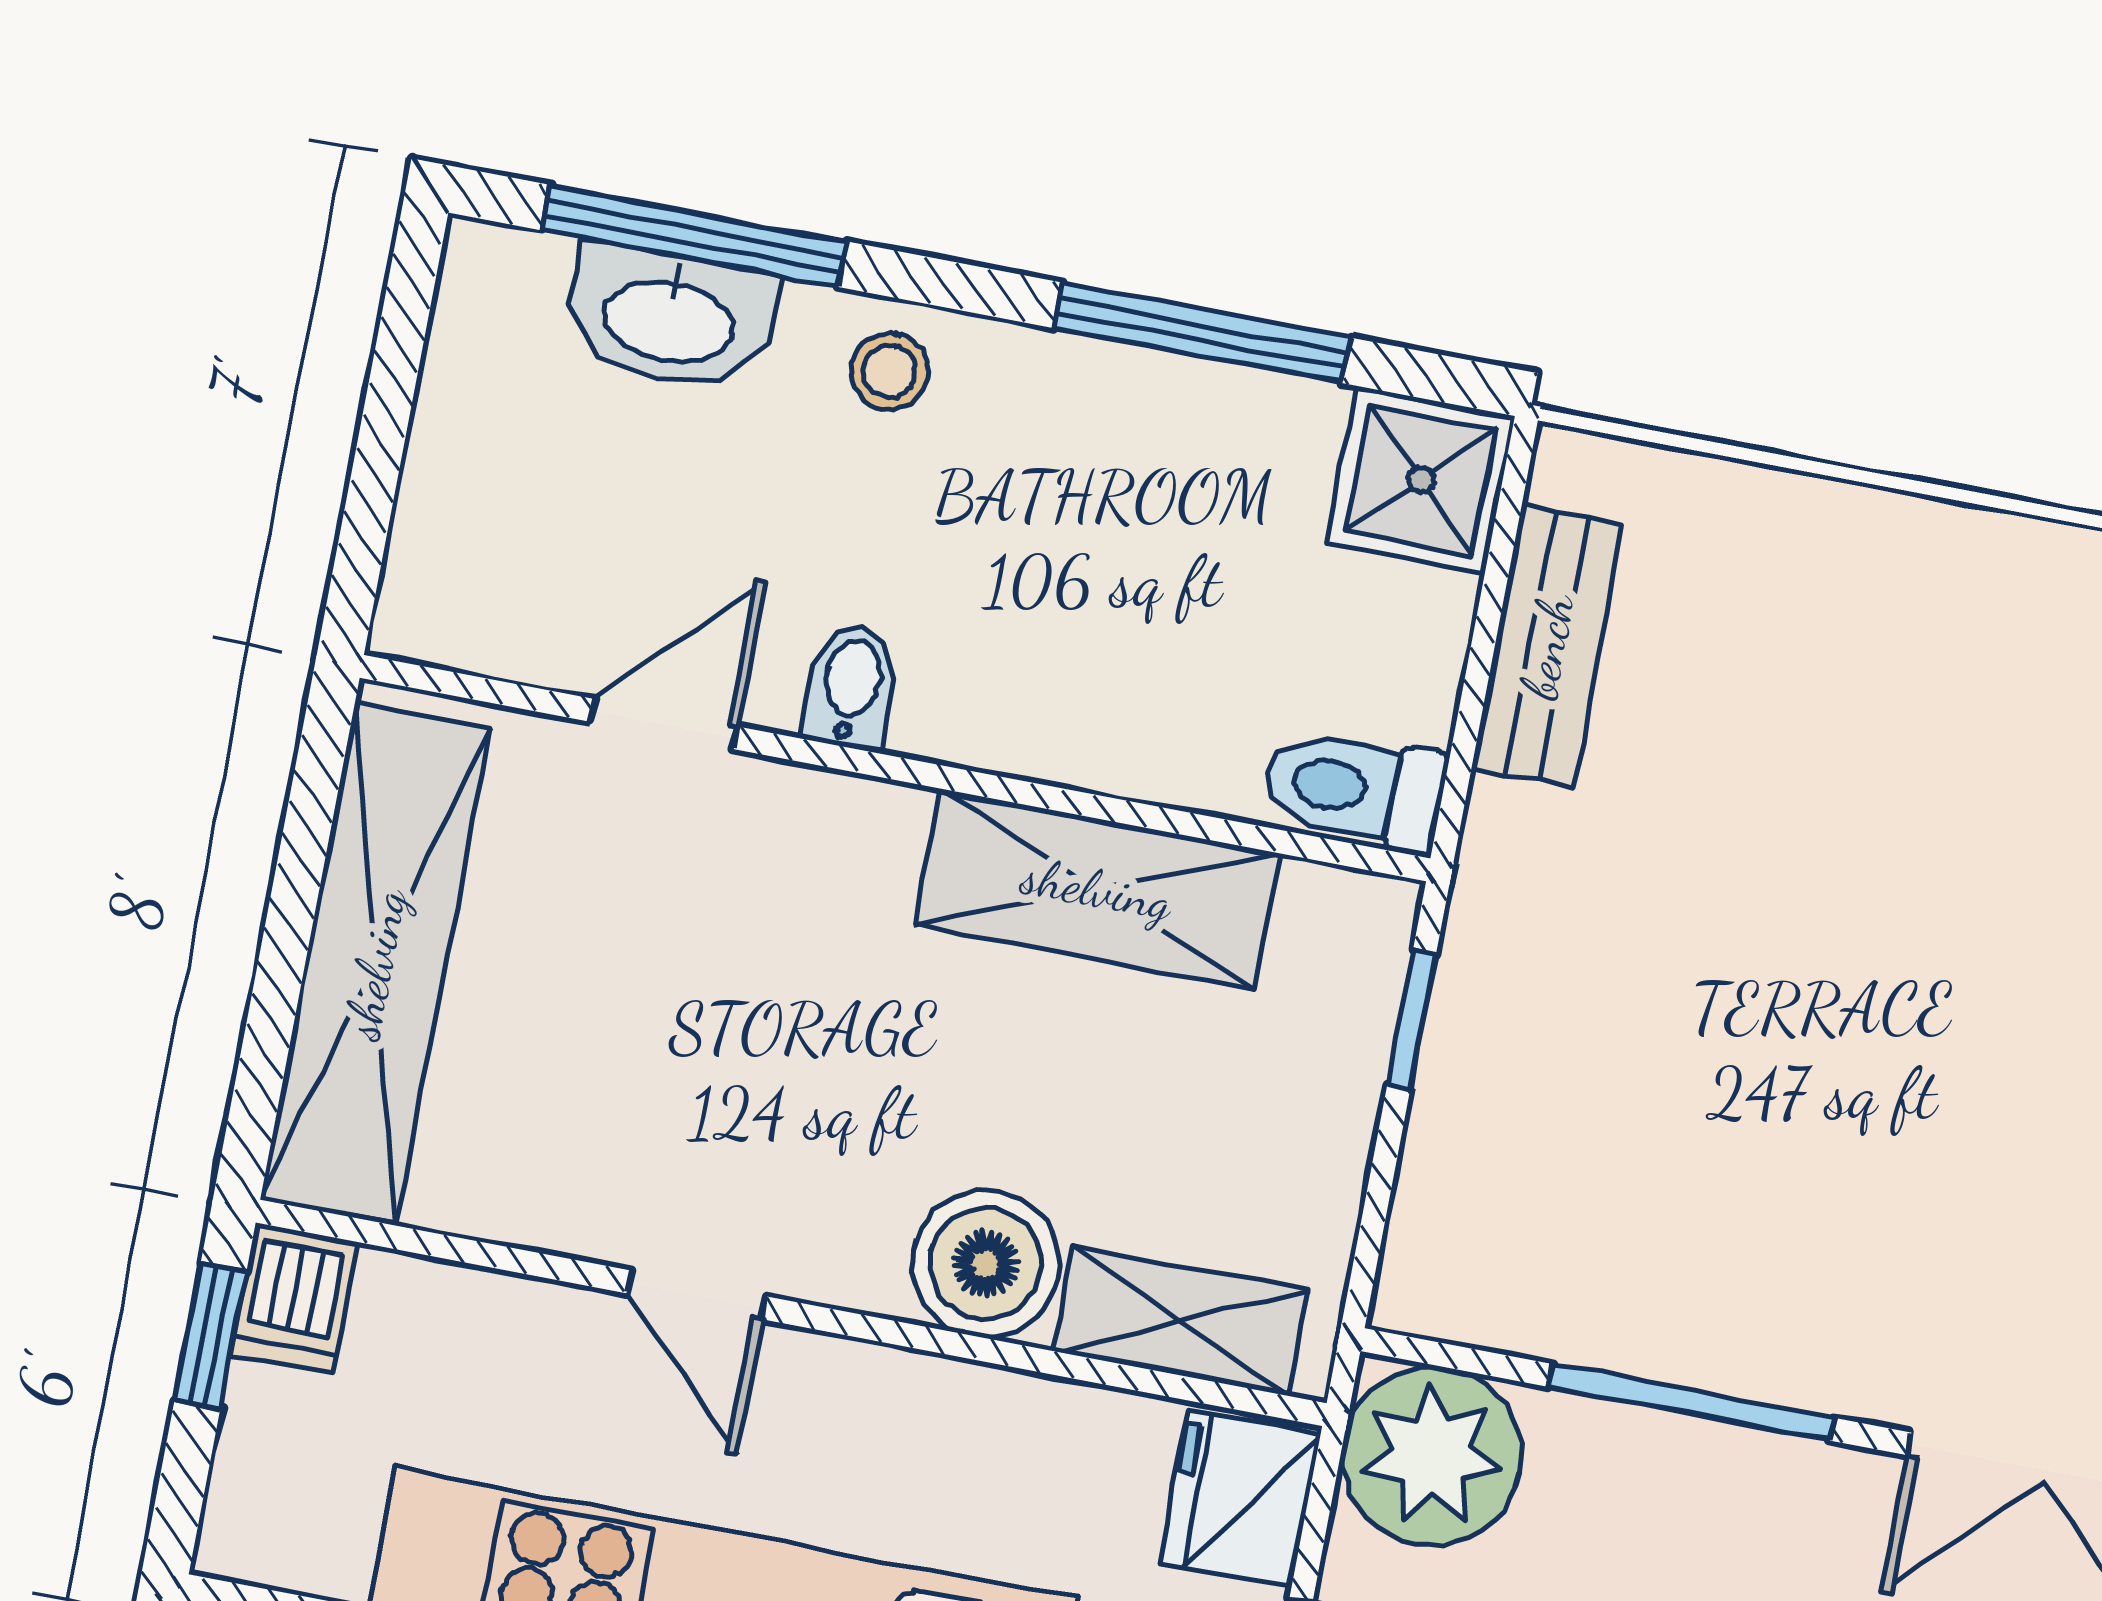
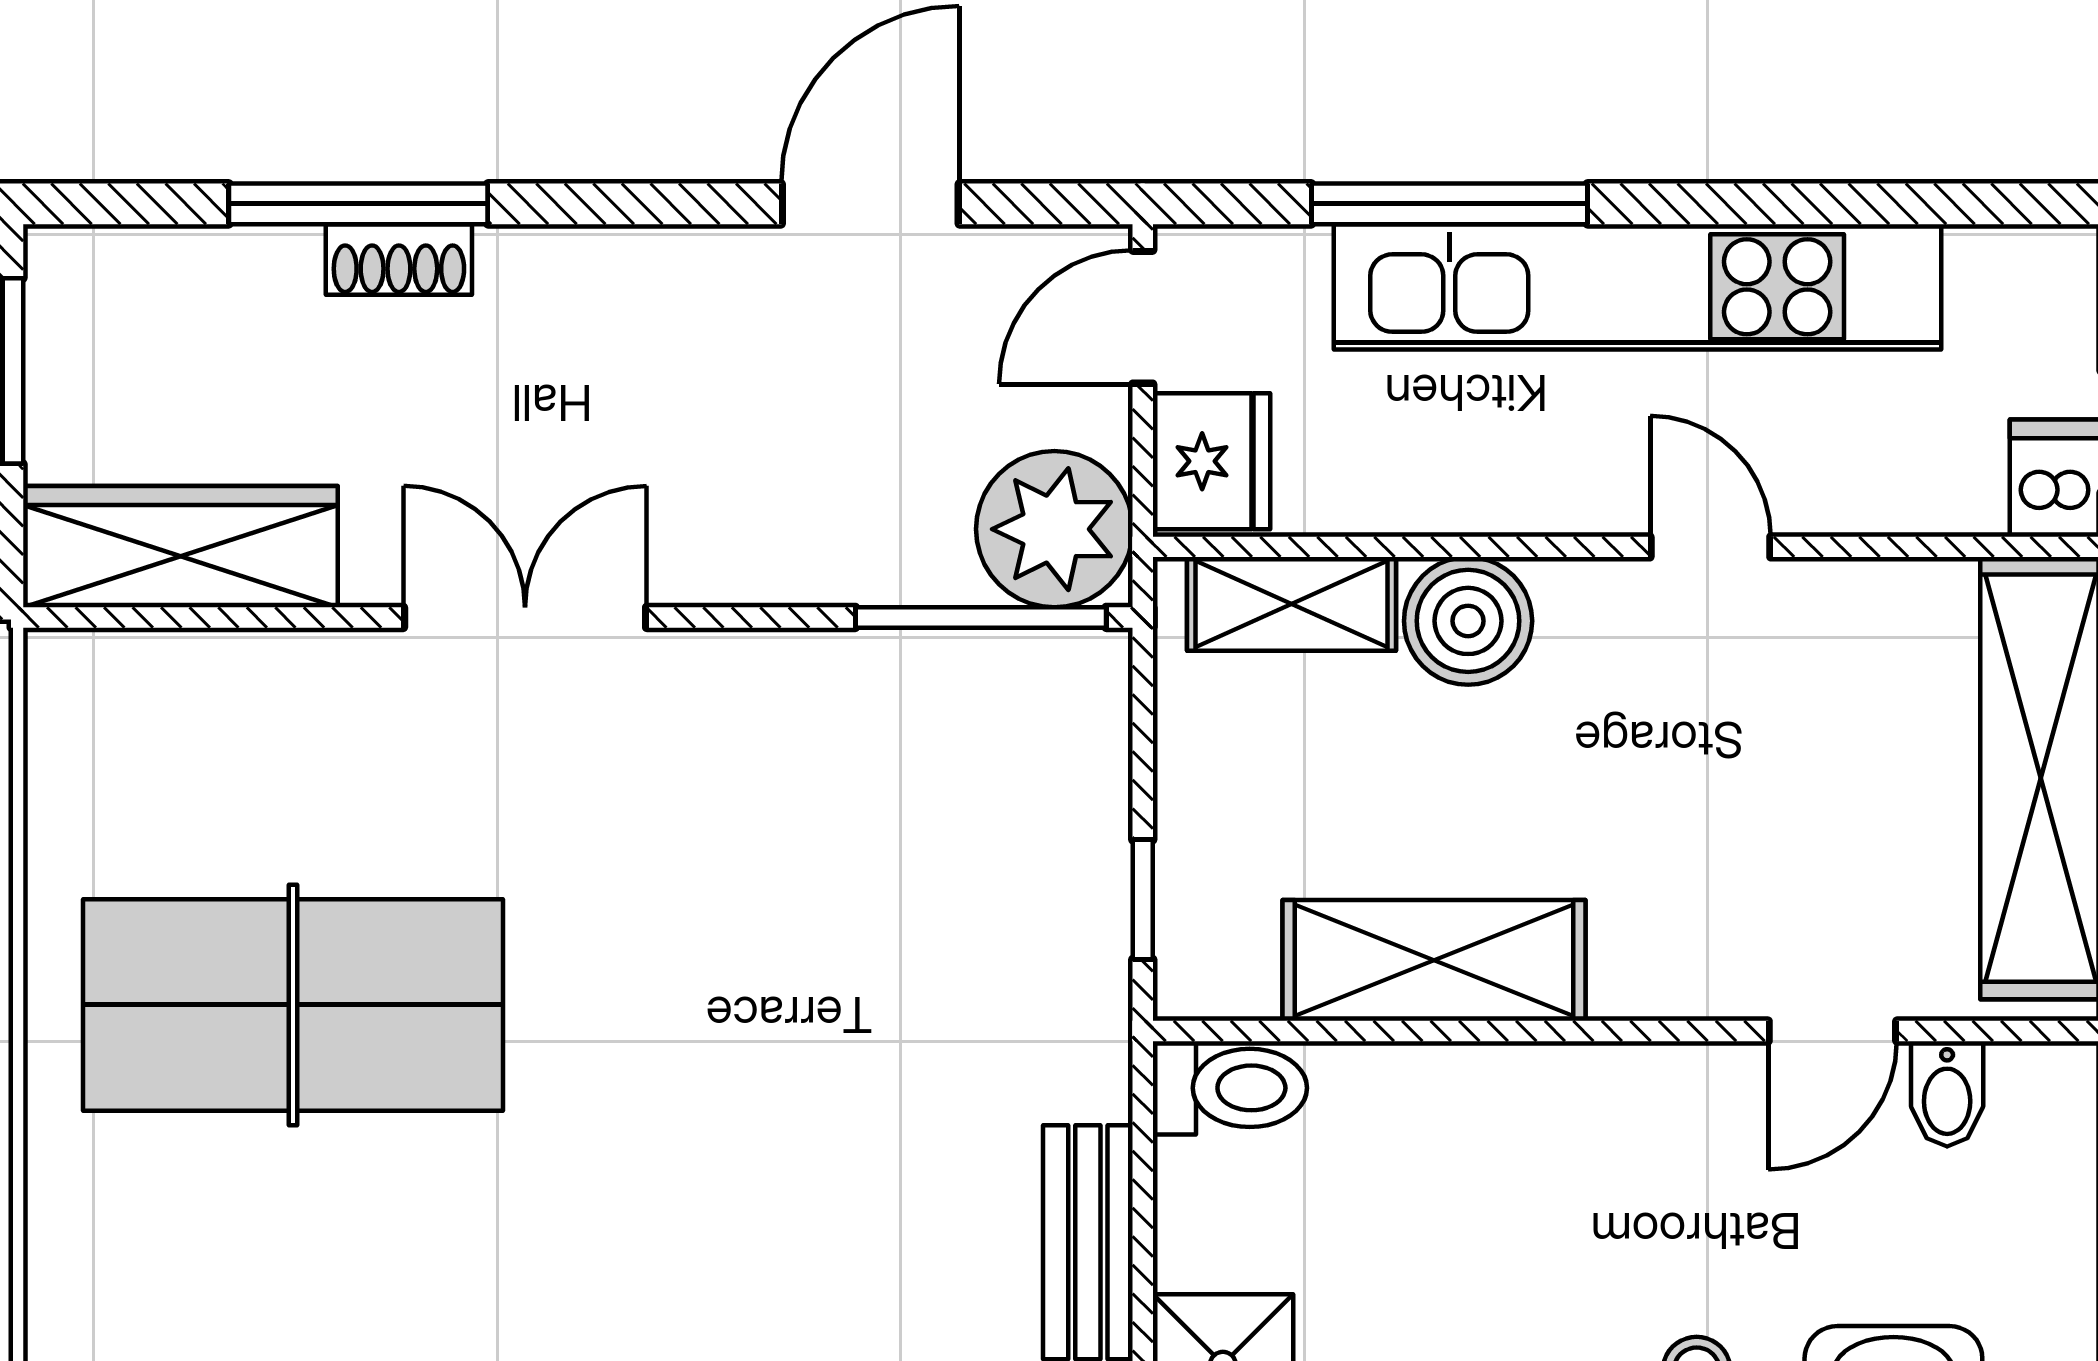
bidet: (851, 687) -> (1947, 1094), moved
window: (1691, 1402) -> (981, 617), moved

